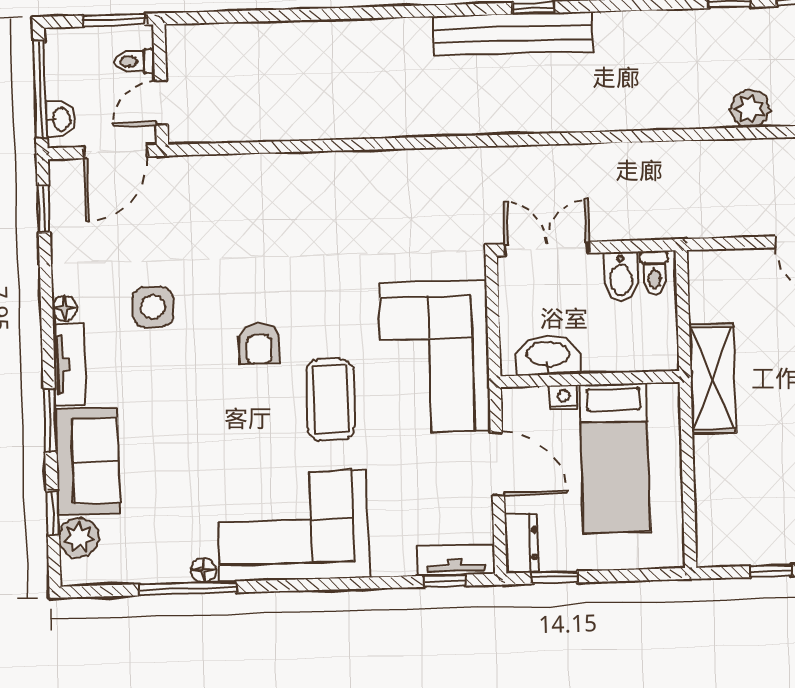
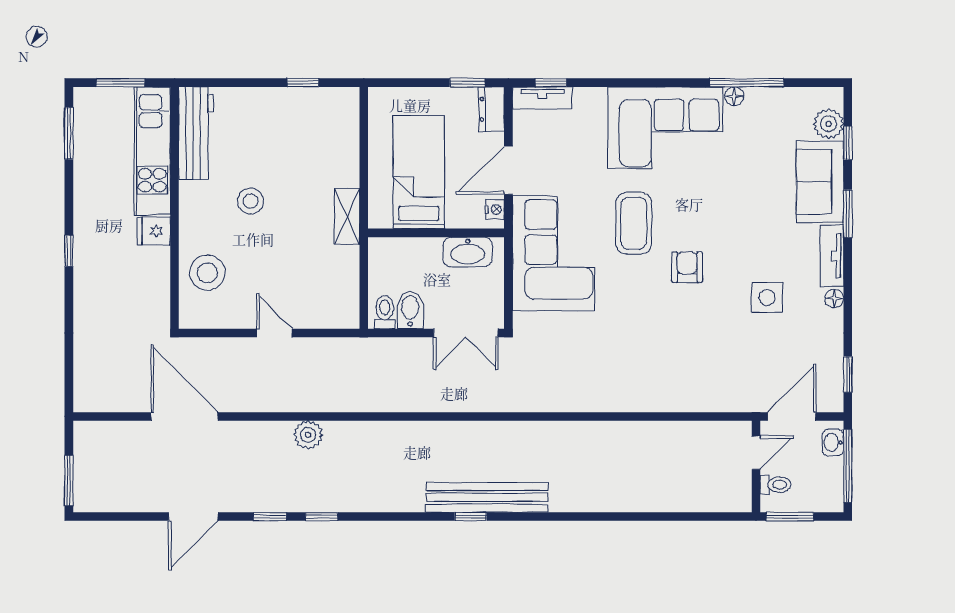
shelving: (713, 378) -> (347, 217), width x0.67, depth x0.75
nightstand: (564, 398) -> (495, 209), moved, turned -90
door: (497, 464) -> (508, 170), hinge flipped

